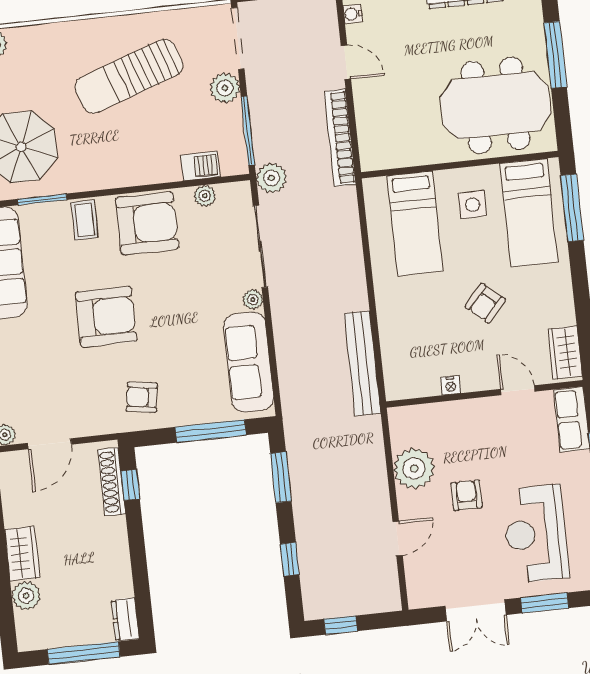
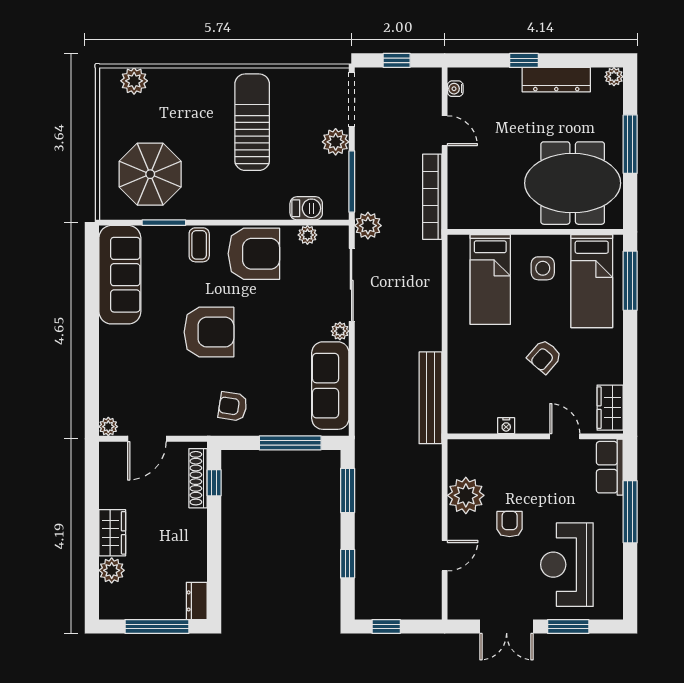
sun lounger: (129, 76) -> (252, 122), turned 109

